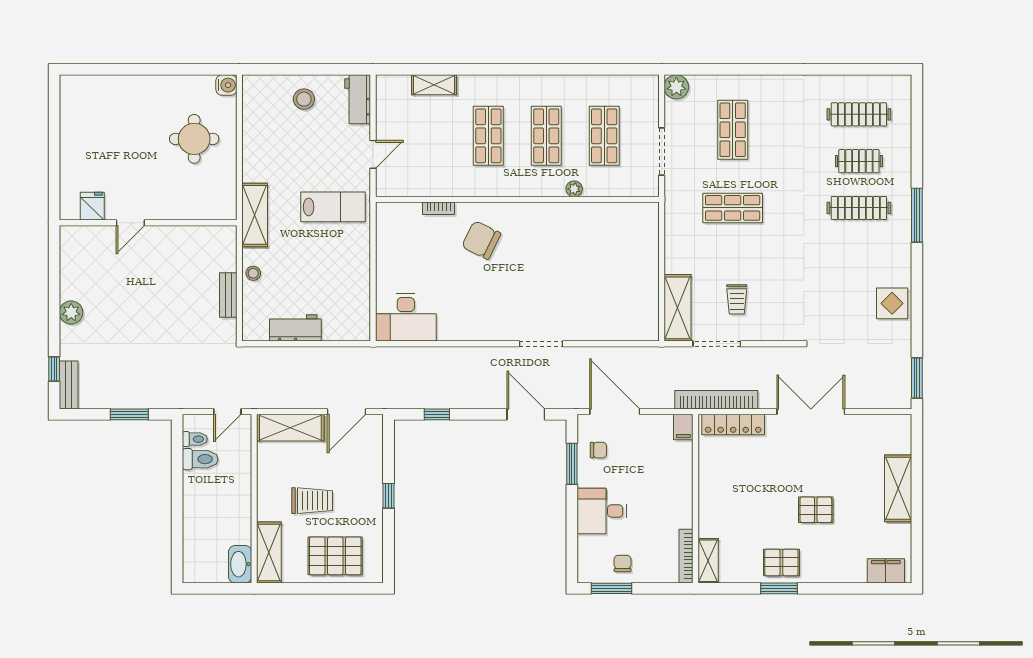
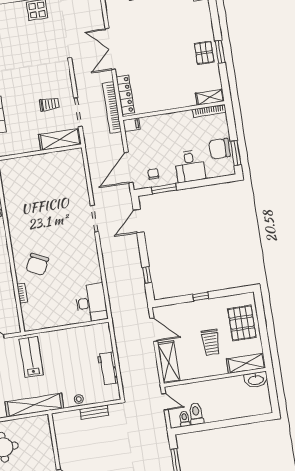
shelving: (255, 215) -> (34, 405), width x1.47
trolley: (312, 501) -> (211, 342), turned 180
pallet: (816, 510) -> (169, 37), removed
chair: (623, 563) -> (220, 149), width x1.87, depth x1.87

